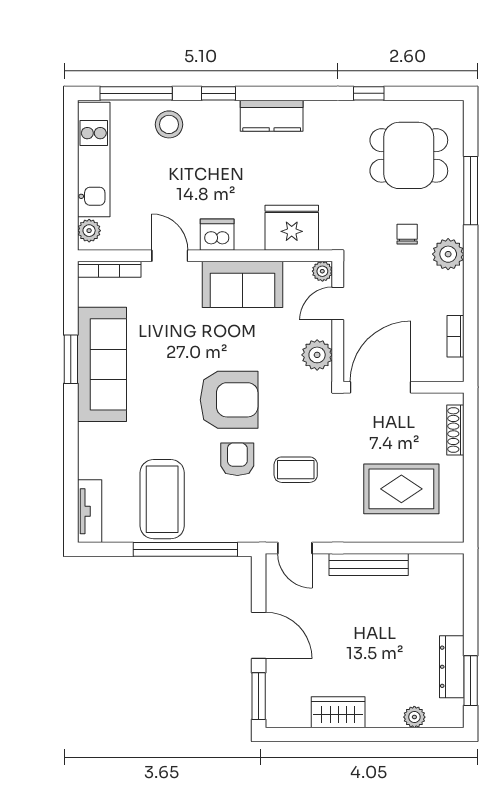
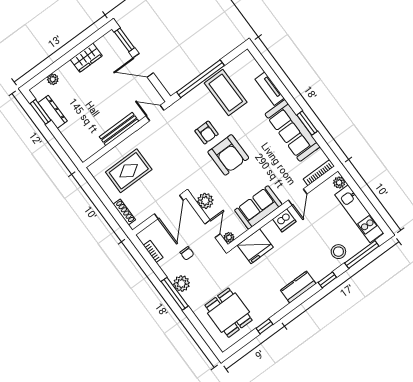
dining table: (409, 155) -> (228, 313), turned 90
window: (471, 191) -> (175, 294), moved
chair: (407, 234) -> (187, 253), moved
door: (170, 256) -> (298, 197), hinge flipped
armchair: (229, 400) -> (228, 155), turned -90
coffee table: (296, 470) -> (179, 146), removed
tv unit: (90, 511) -> (270, 89), moved

